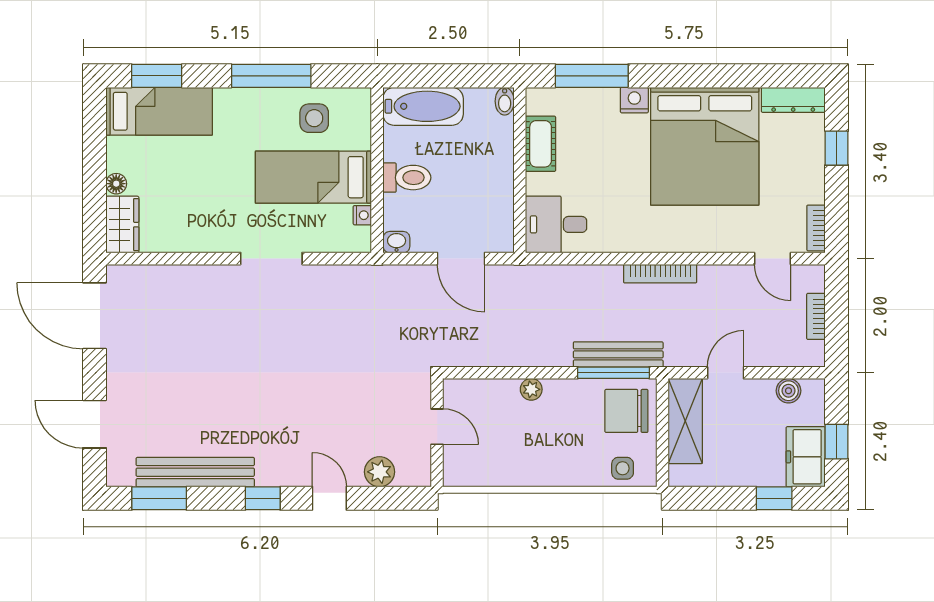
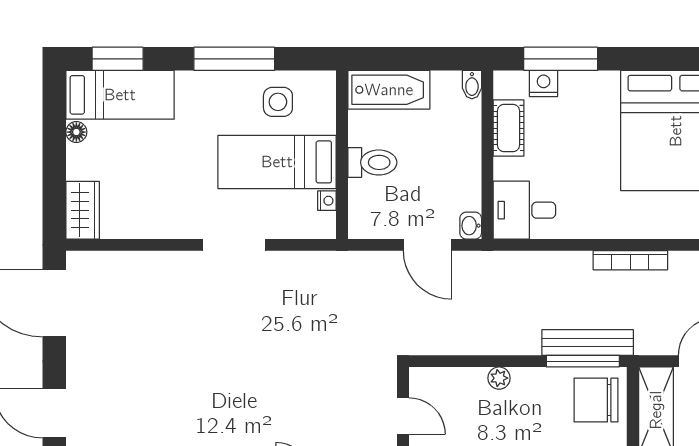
nightstand: (634, 100) -> (544, 83), moved
floor lamp: (116, 184) -> (76, 132), moved
washbasin: (397, 242) -> (471, 226), moved, turned -90

